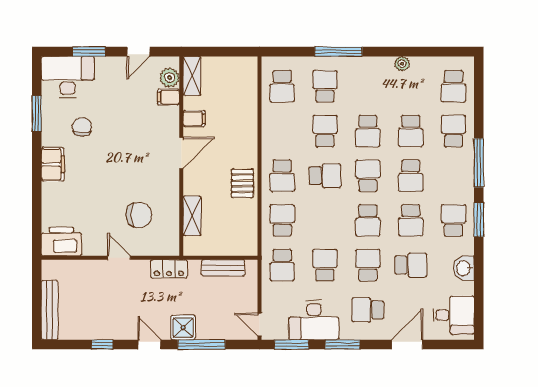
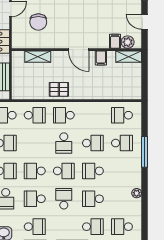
school desk: (411, 176) -> (64, 199), turned 90

